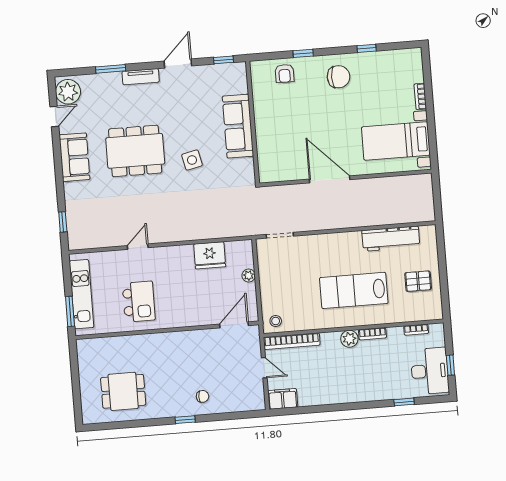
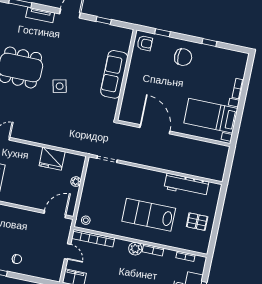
armchair: (284, 73) -> (145, 43), turned -90
wall: (253, 122) -> (126, 75), moved
sofa: (238, 126) -> (114, 74), moved

